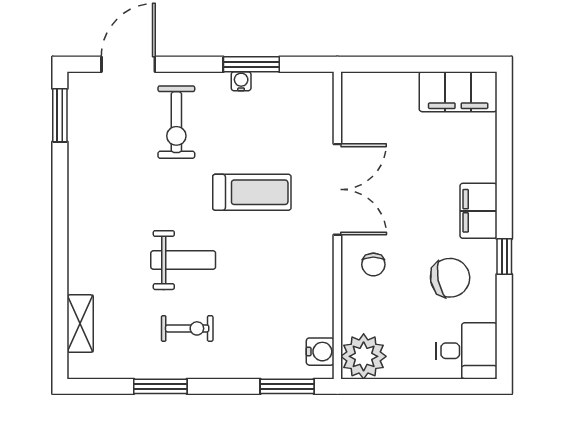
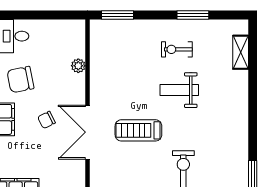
chair: (373, 265) -> (47, 120), moved, turned -116
water cooler: (320, 352) -> (98, 36), removed
plant: (364, 356) -> (78, 66), moved, width x0.53, depth x0.53

